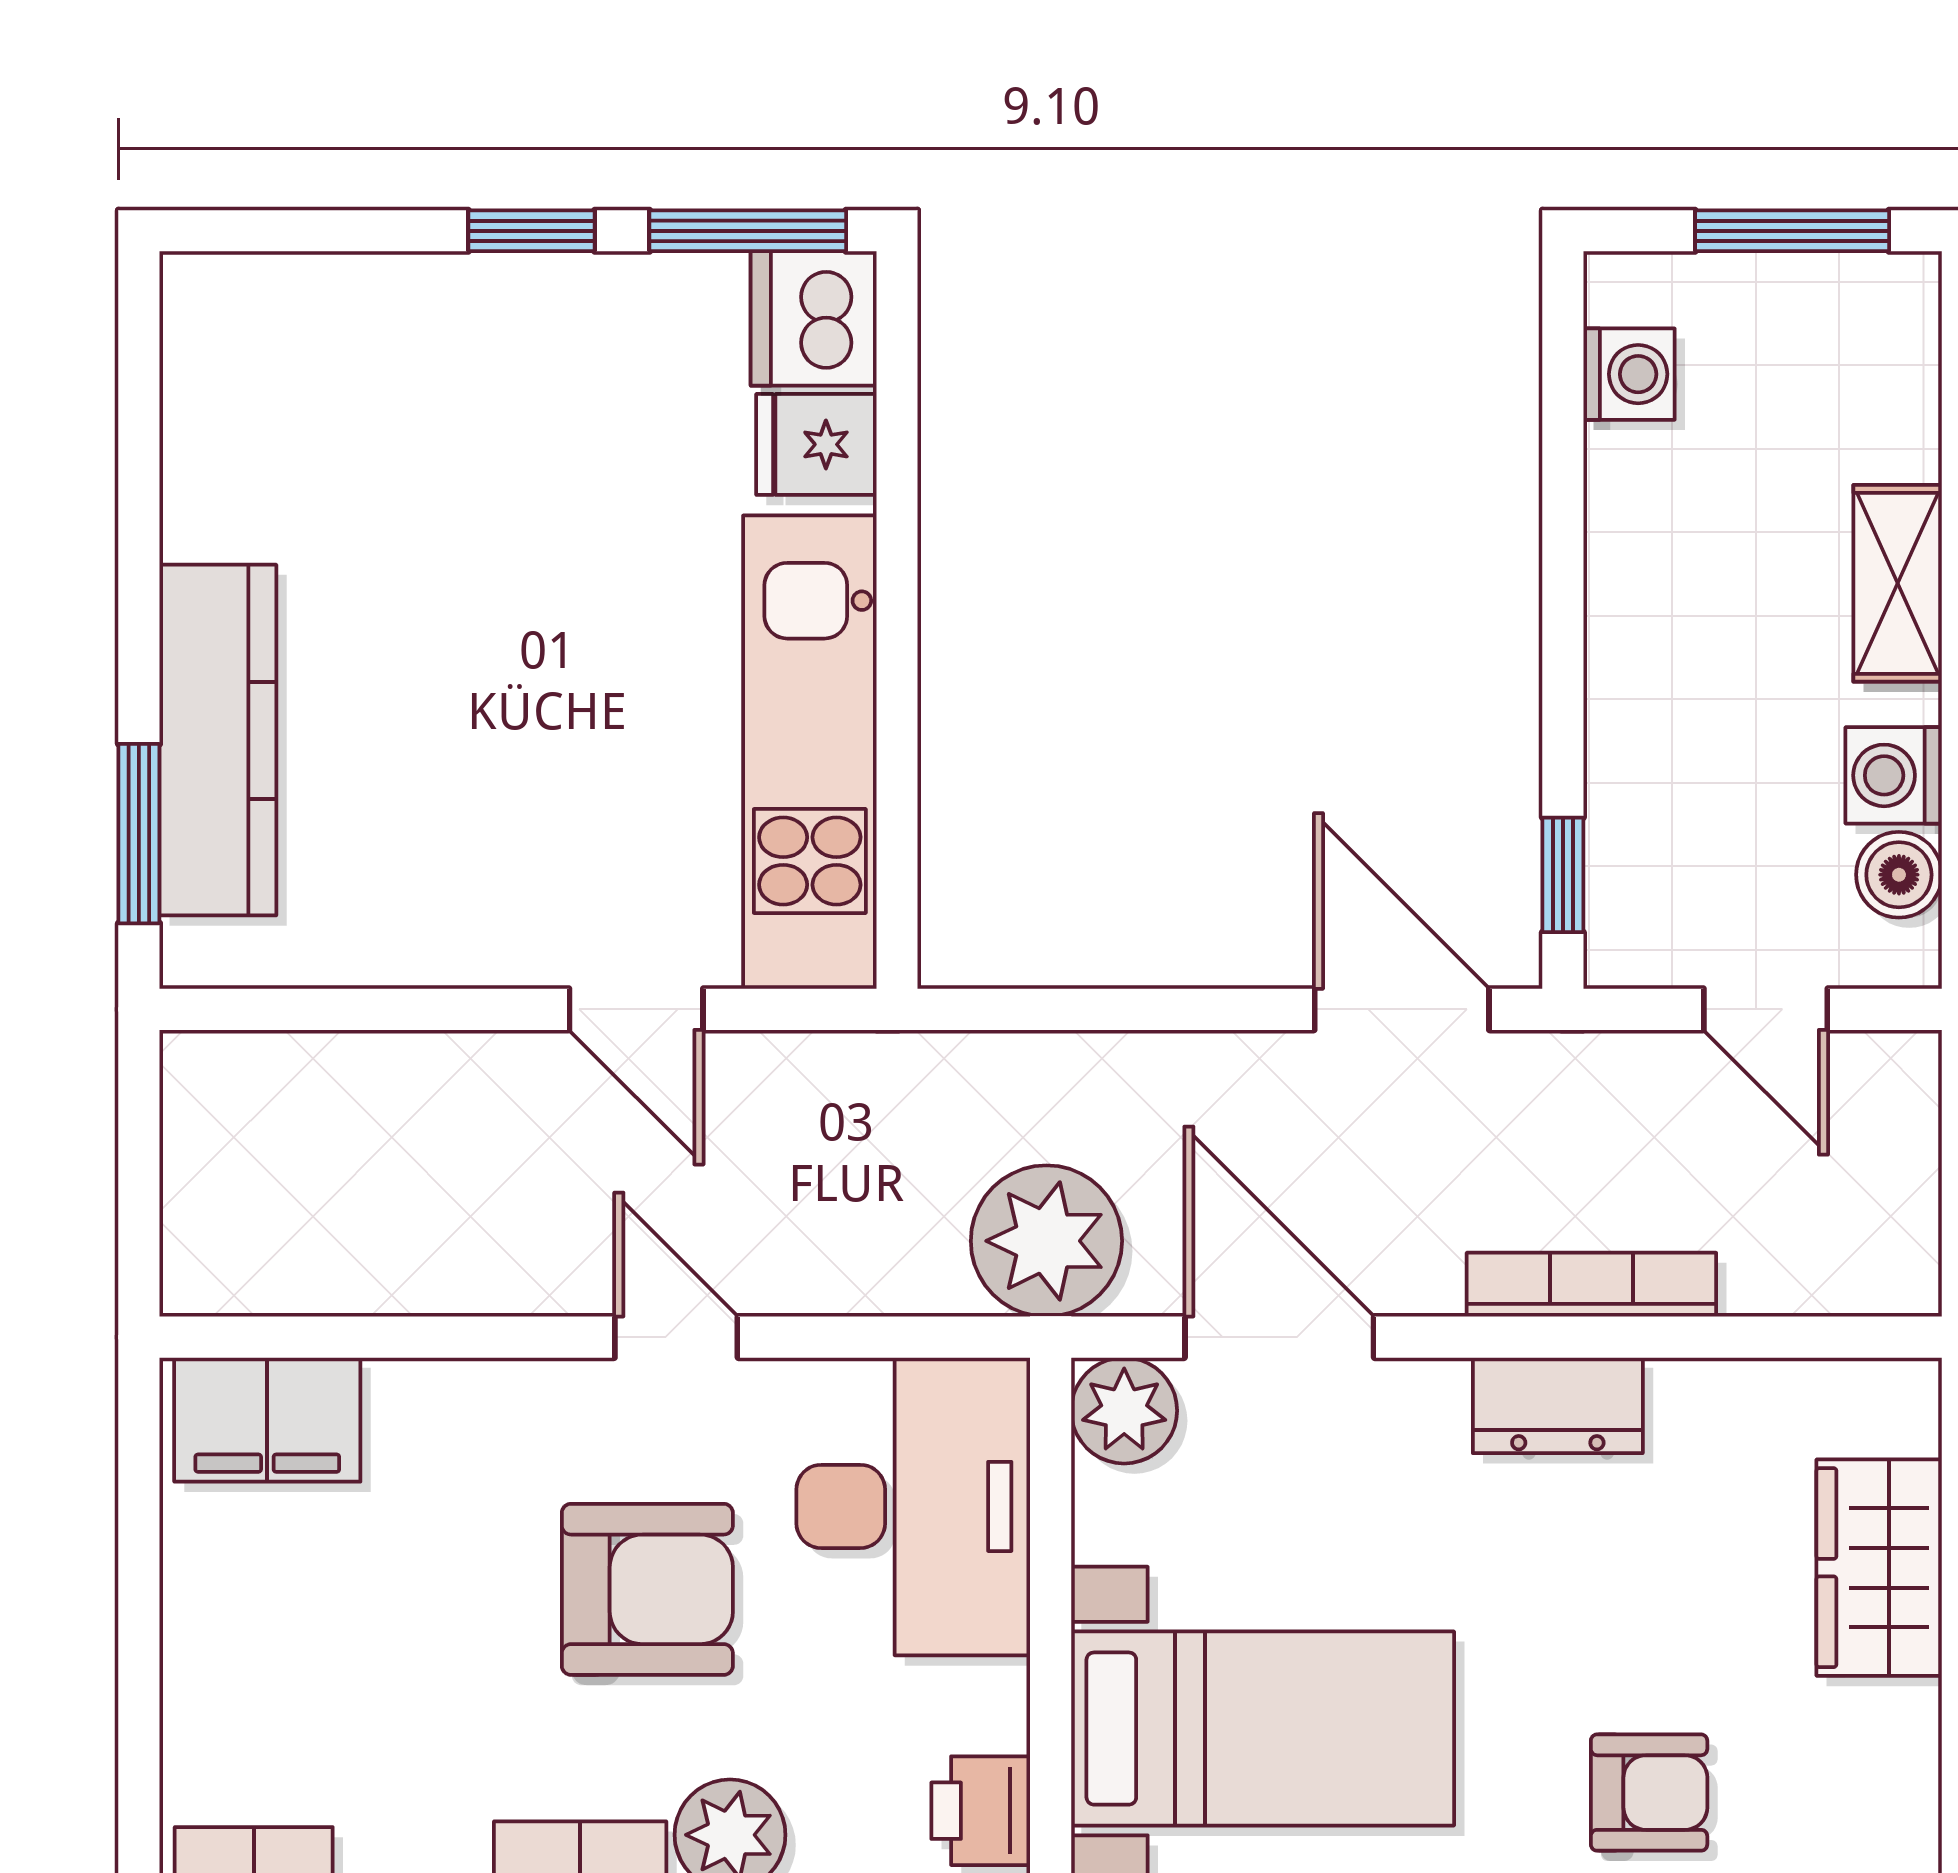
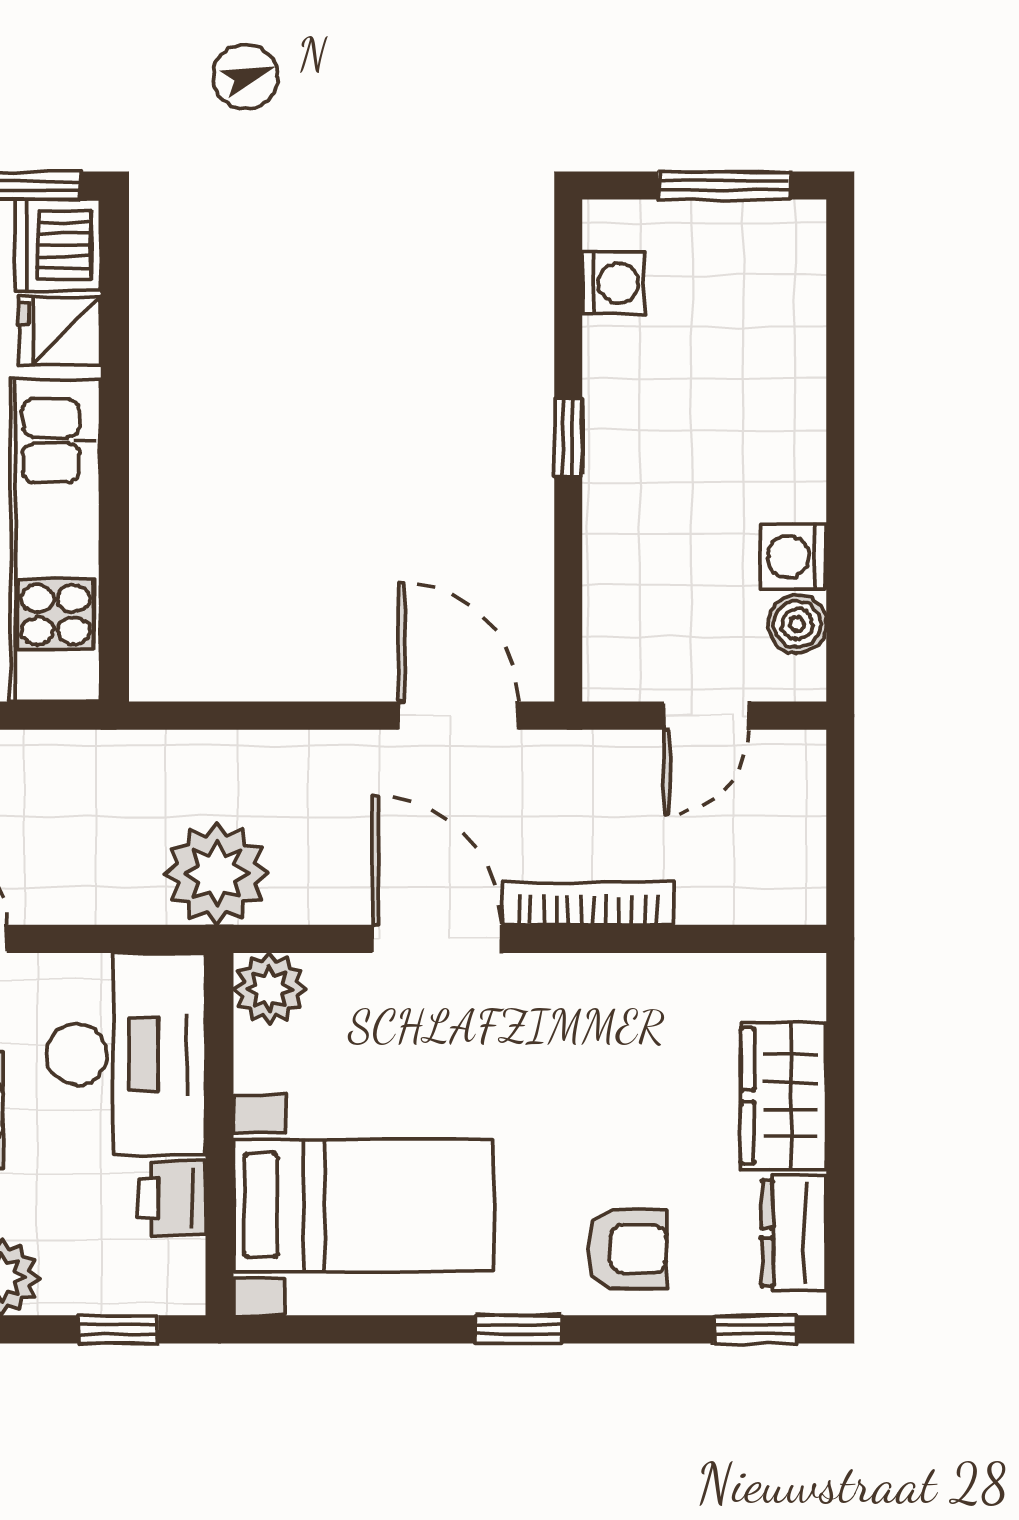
shelving: (1898, 583) -> (796, 426), removed
window: (1563, 875) -> (568, 437), moved
door: (1766, 1009) -> (706, 716), hinge flipped
door: (1279, 1337) -> (437, 939), moved
dresser: (1558, 1405) -> (794, 1233), moved, turned 90
printer: (981, 1811) -> (172, 1198), moved

